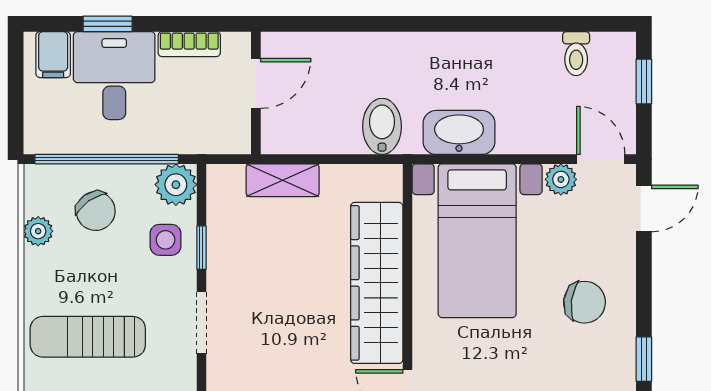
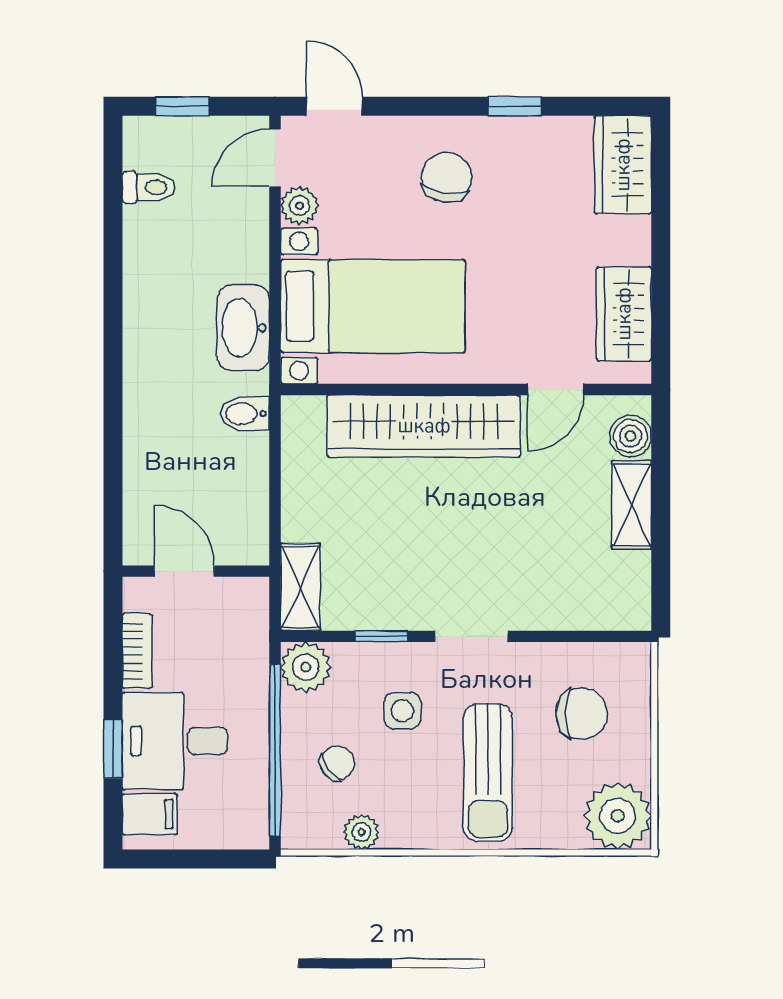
bidet: (382, 126) -> (245, 414), width x0.72, depth x0.74
shelving: (283, 180) -> (300, 587), moved
chair: (96, 211) -> (337, 763), width x0.73, depth x0.73
side table: (166, 240) -> (402, 711), moved

